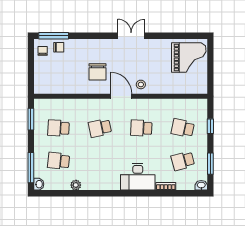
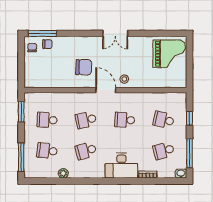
double door: (131, 36) -> (115, 33), swing flipped
chair: (98, 72) -> (84, 67), turned -89
school desk: (100, 161) -> (86, 151), added
window: (210, 164) -> (189, 153), width x1.44
washbasin: (39, 184) -> (29, 173), removed

